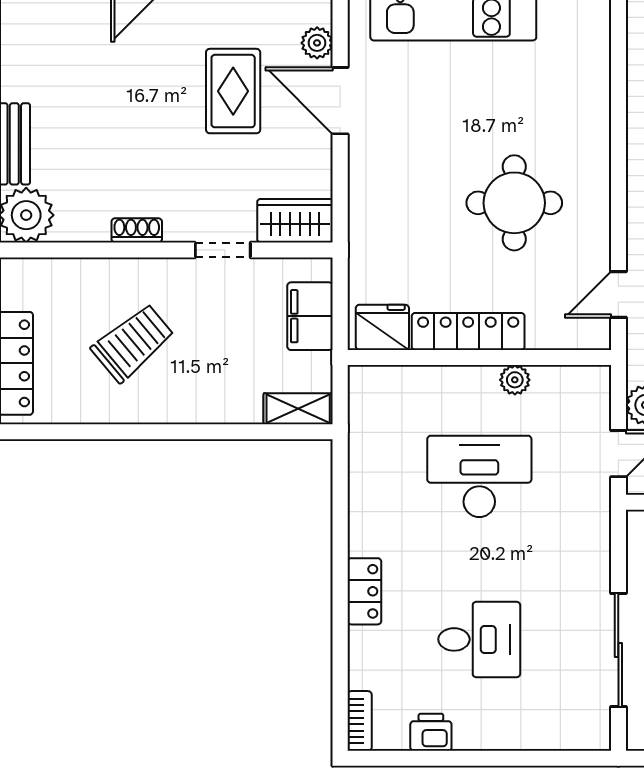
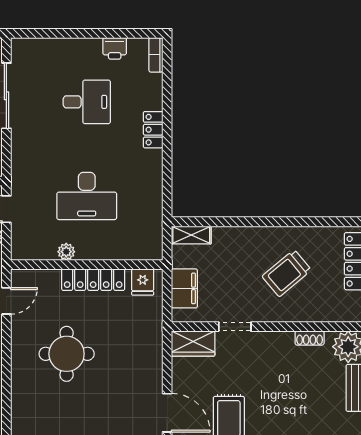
shoe rack: (137, 230) -> (310, 338), moved
fridge: (382, 327) -> (143, 282), width x0.72
desk: (479, 639) -> (87, 102), turned 180

